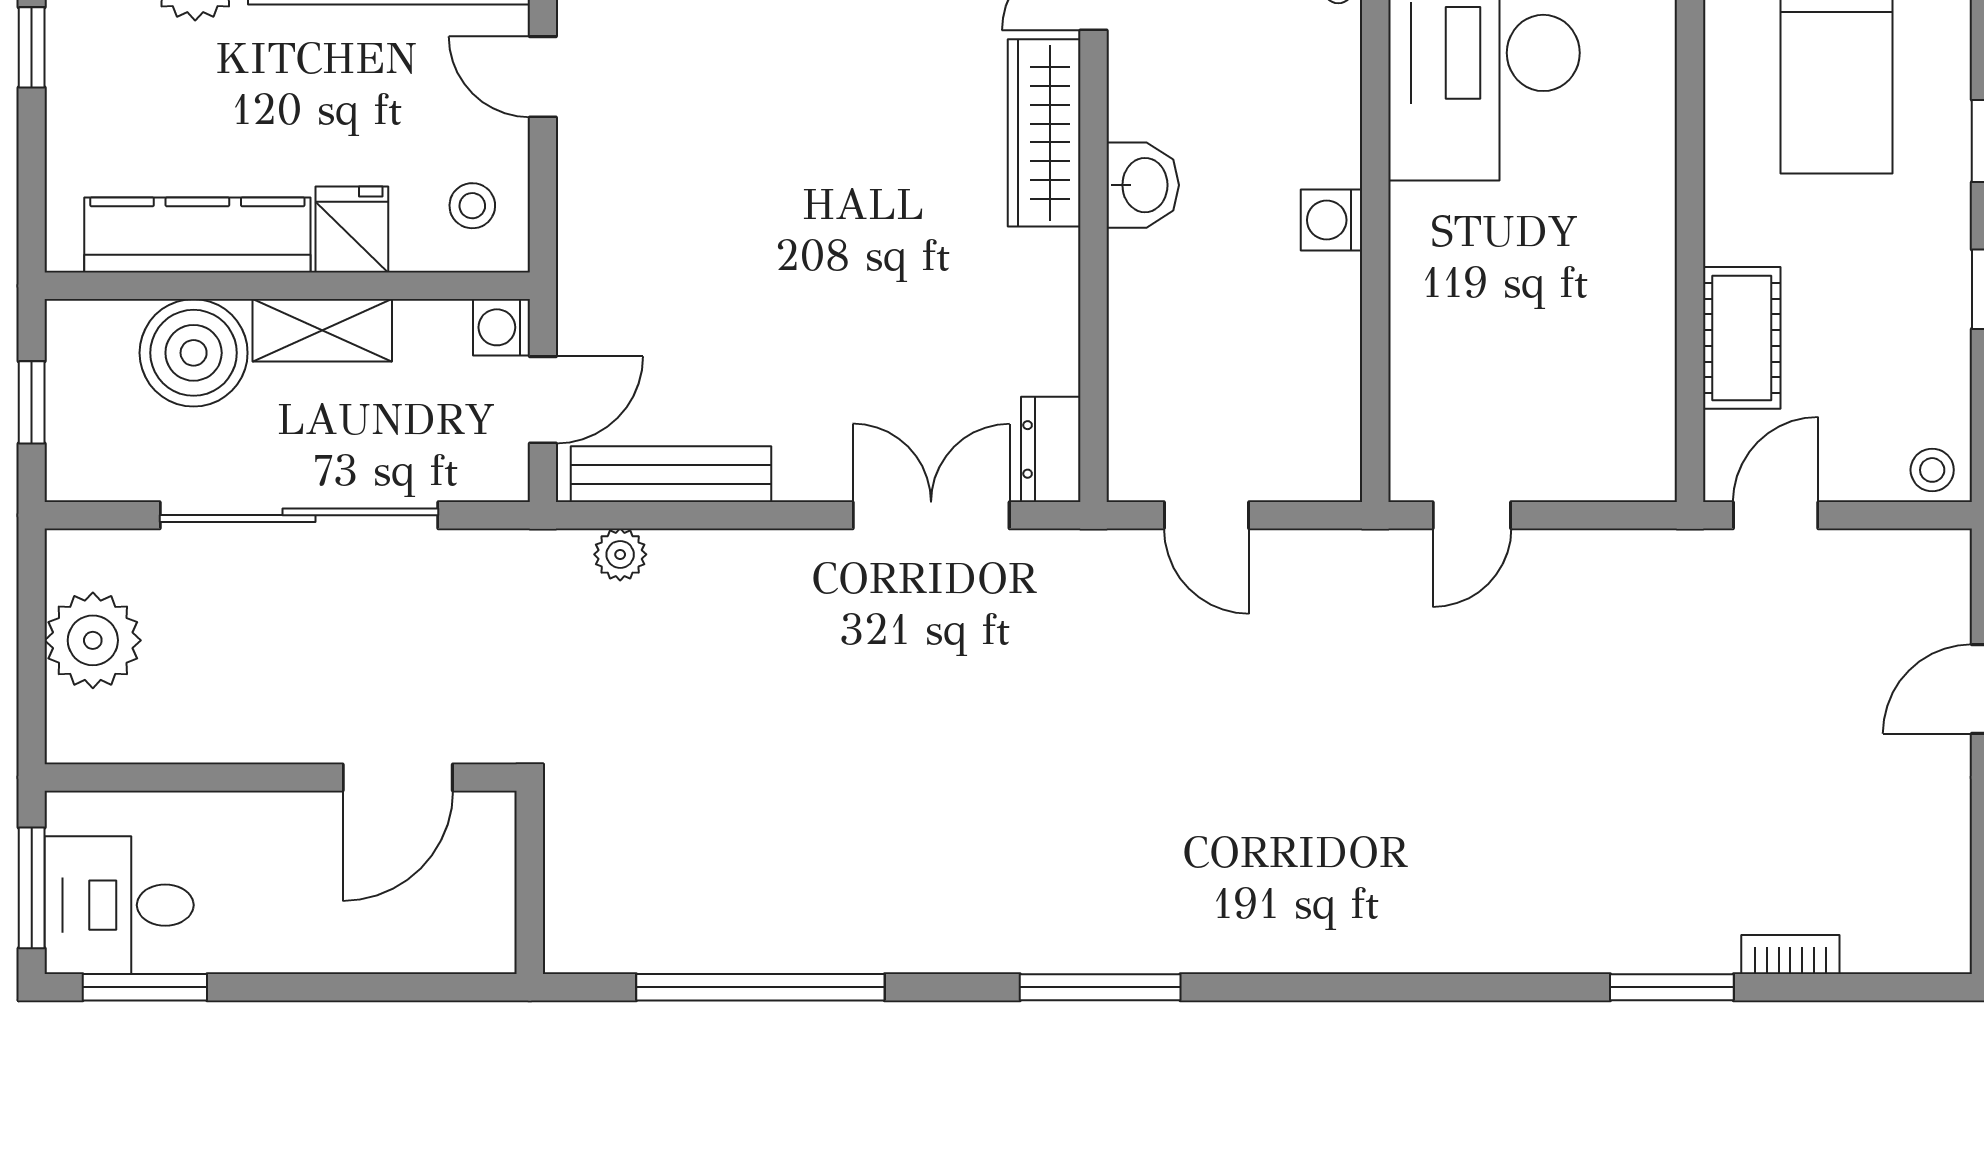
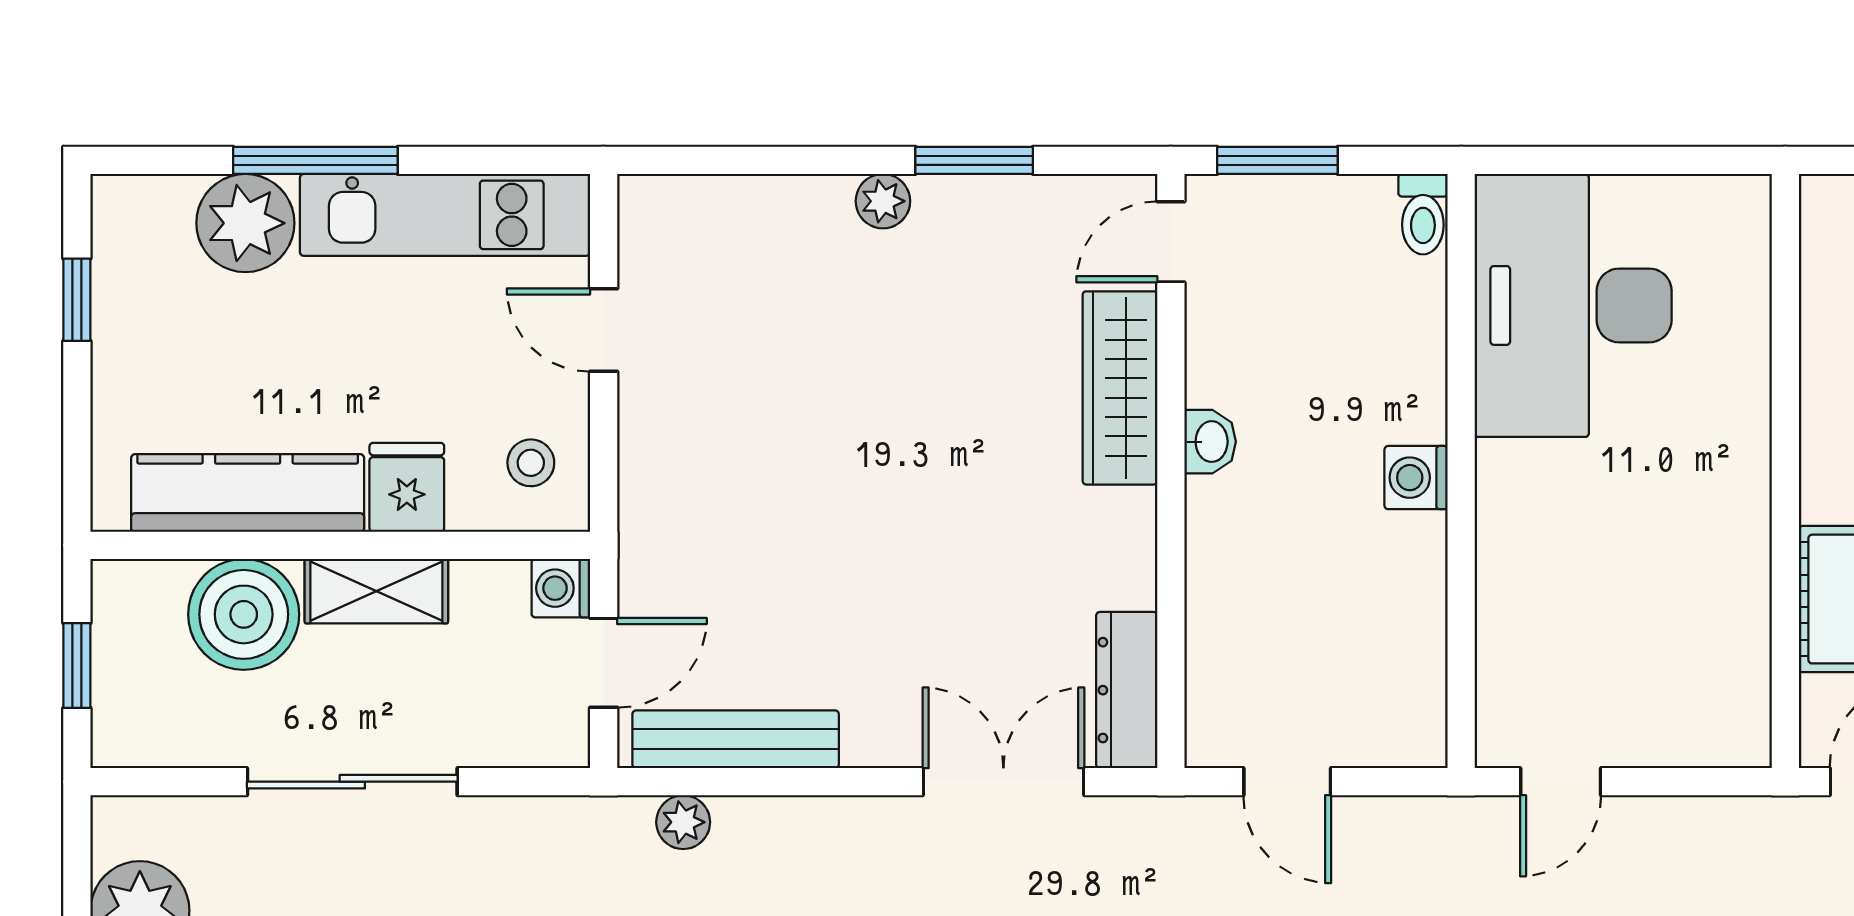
washbasin: (1143, 185) -> (1210, 442), width x0.72, depth x0.69
dresser: (1051, 449) -> (1127, 690), width x1.44
sliding door: (299, 515) -> (352, 782), width x0.73

